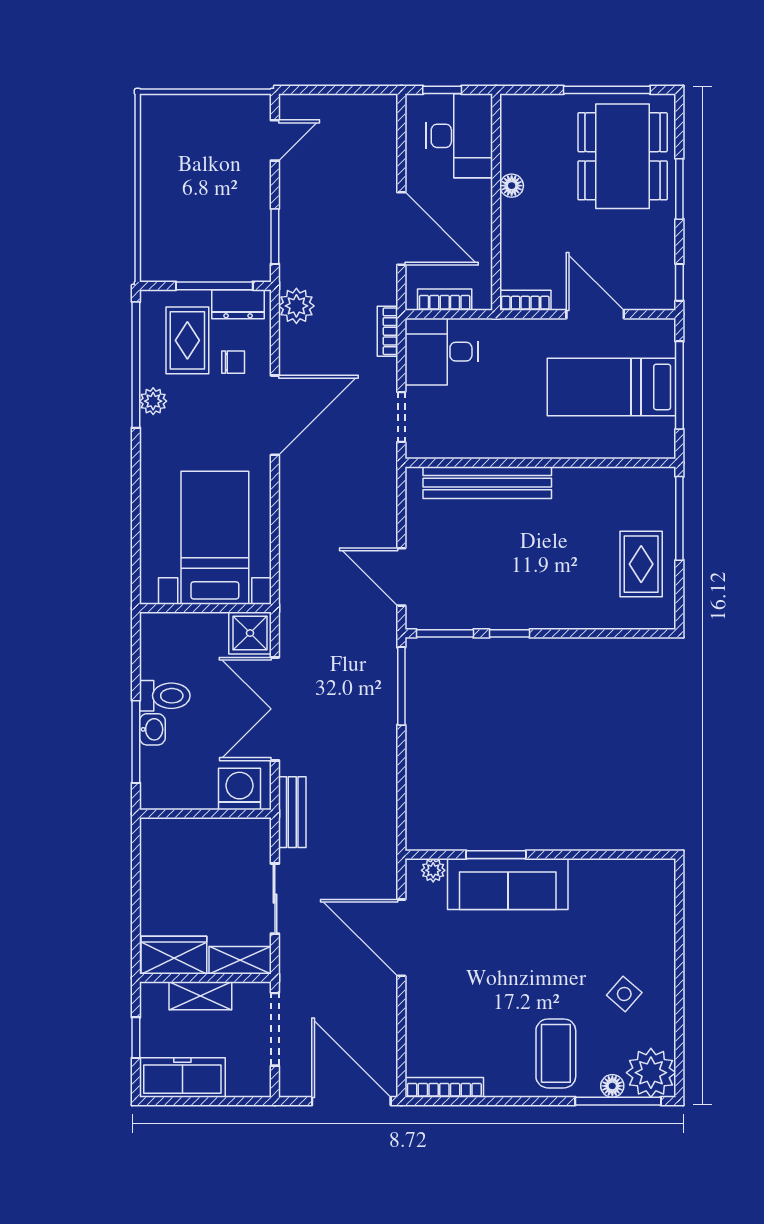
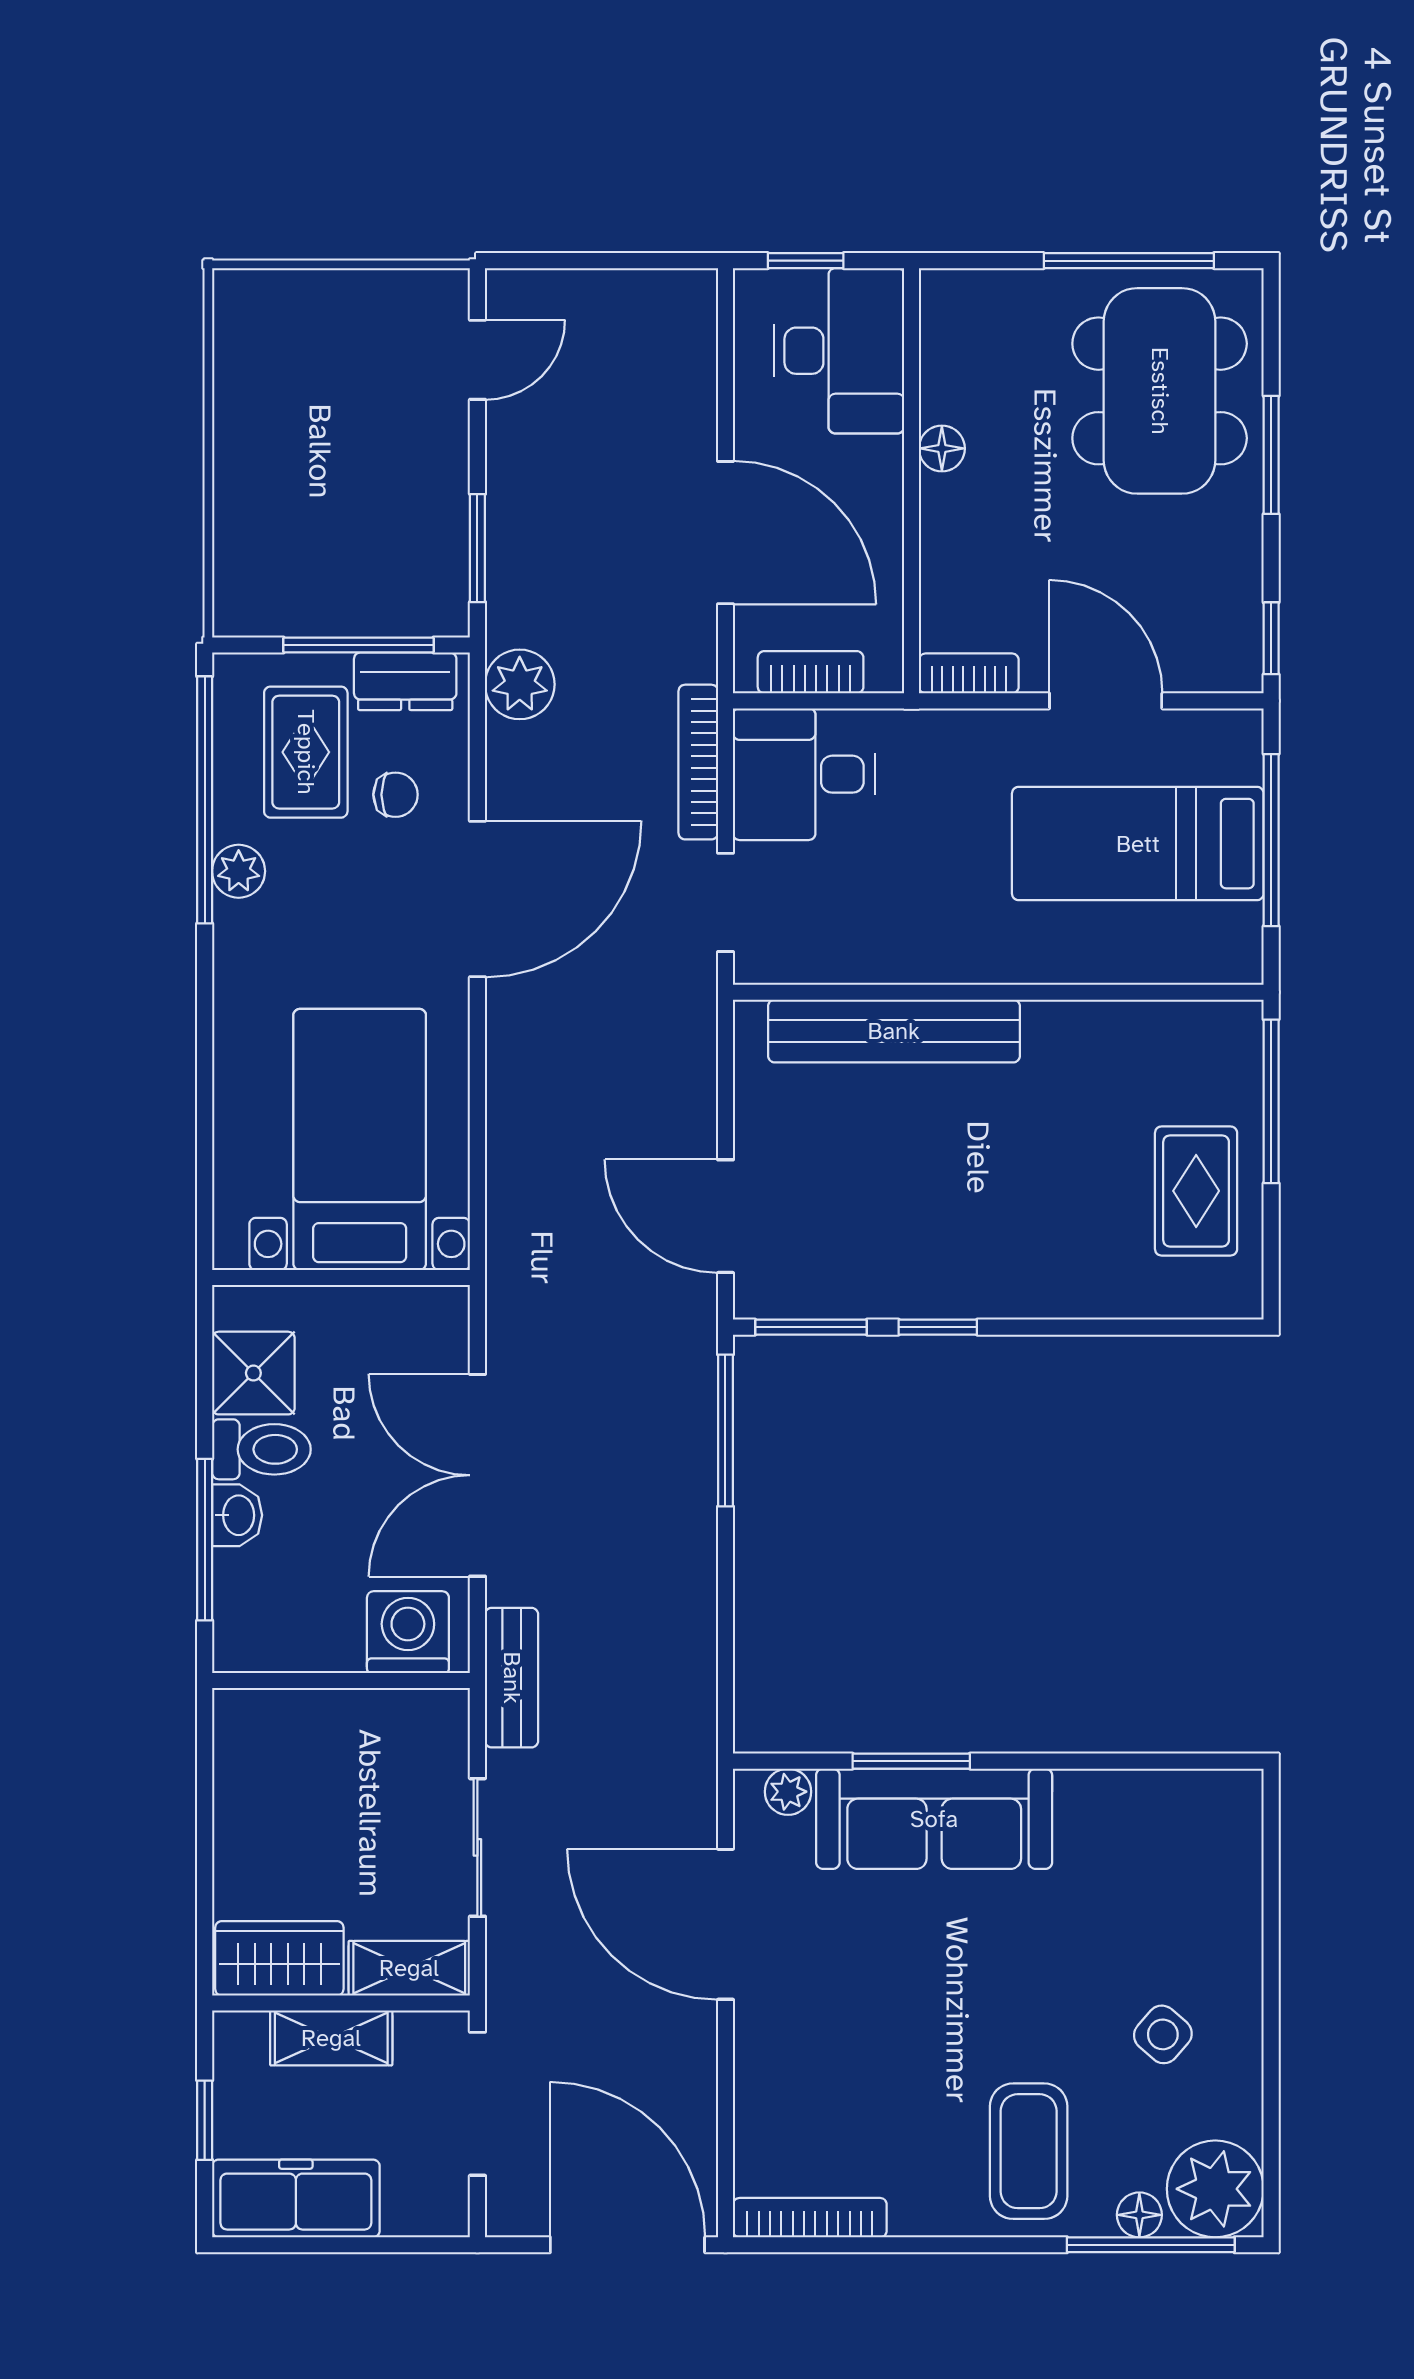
bookcase: (387, 331) -> (698, 762), width x1.56
shower: (250, 633) -> (253, 1373), moved

